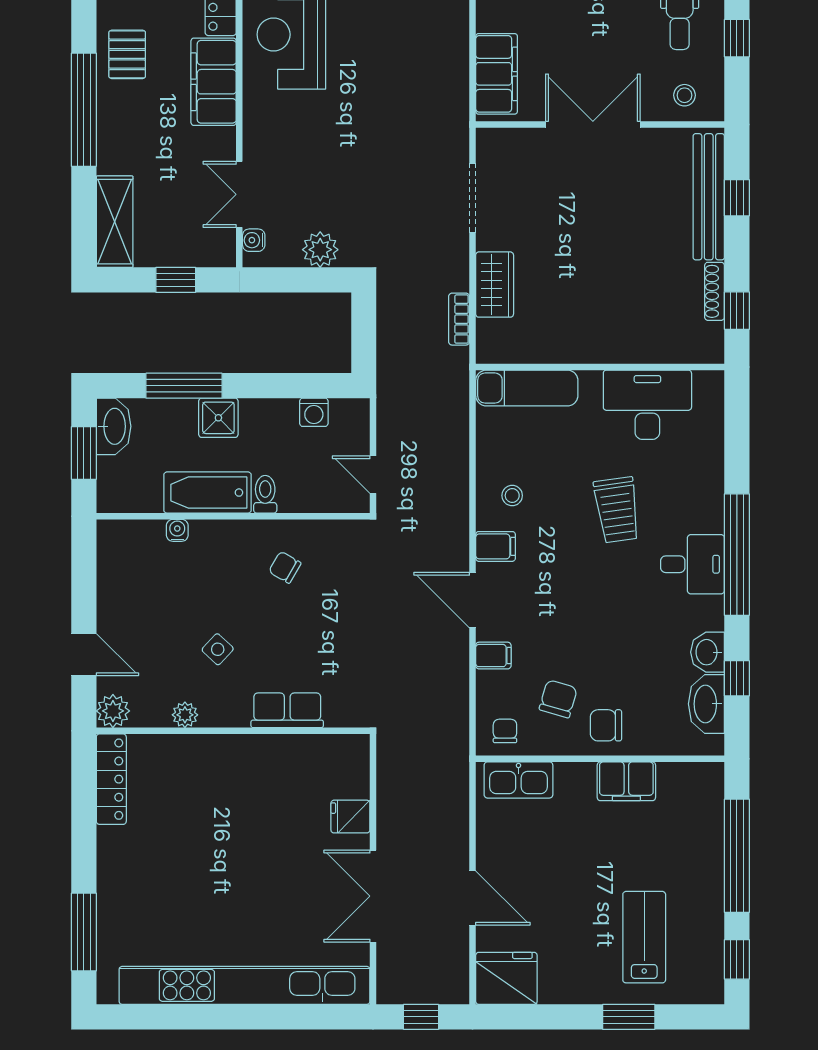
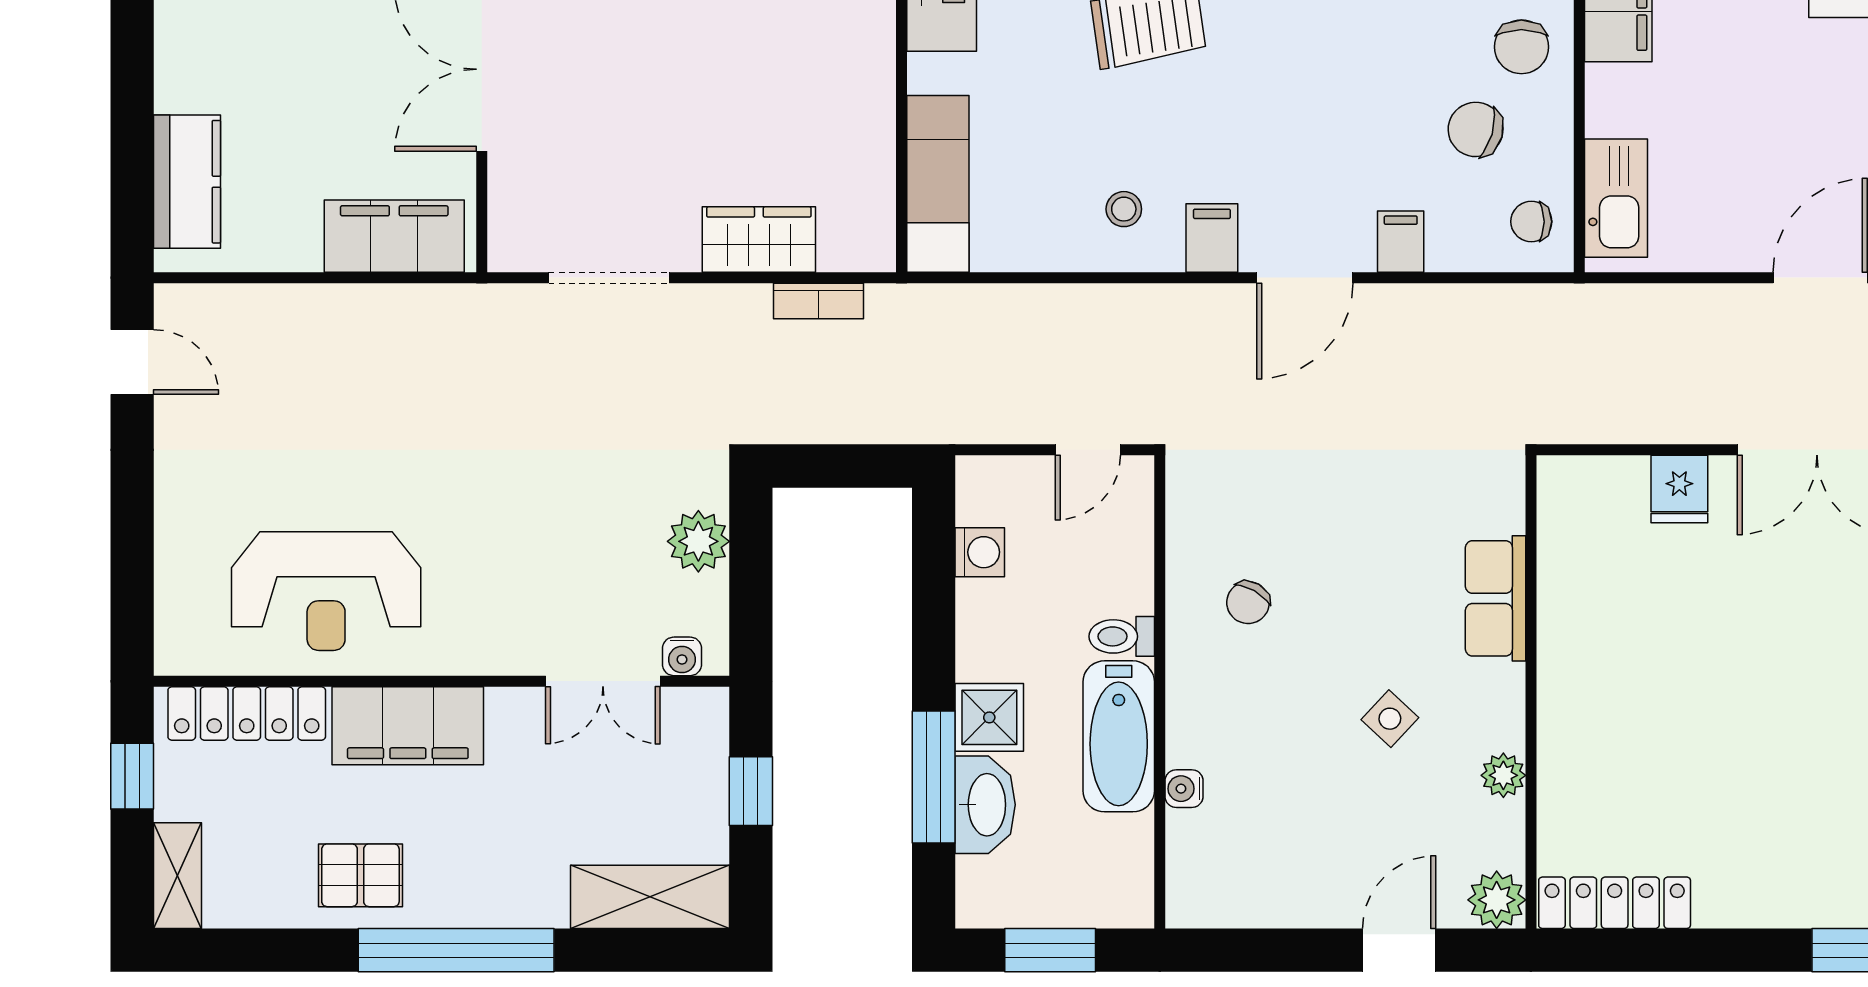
washbasin: (114, 426) -> (985, 805), moved, turned 90

